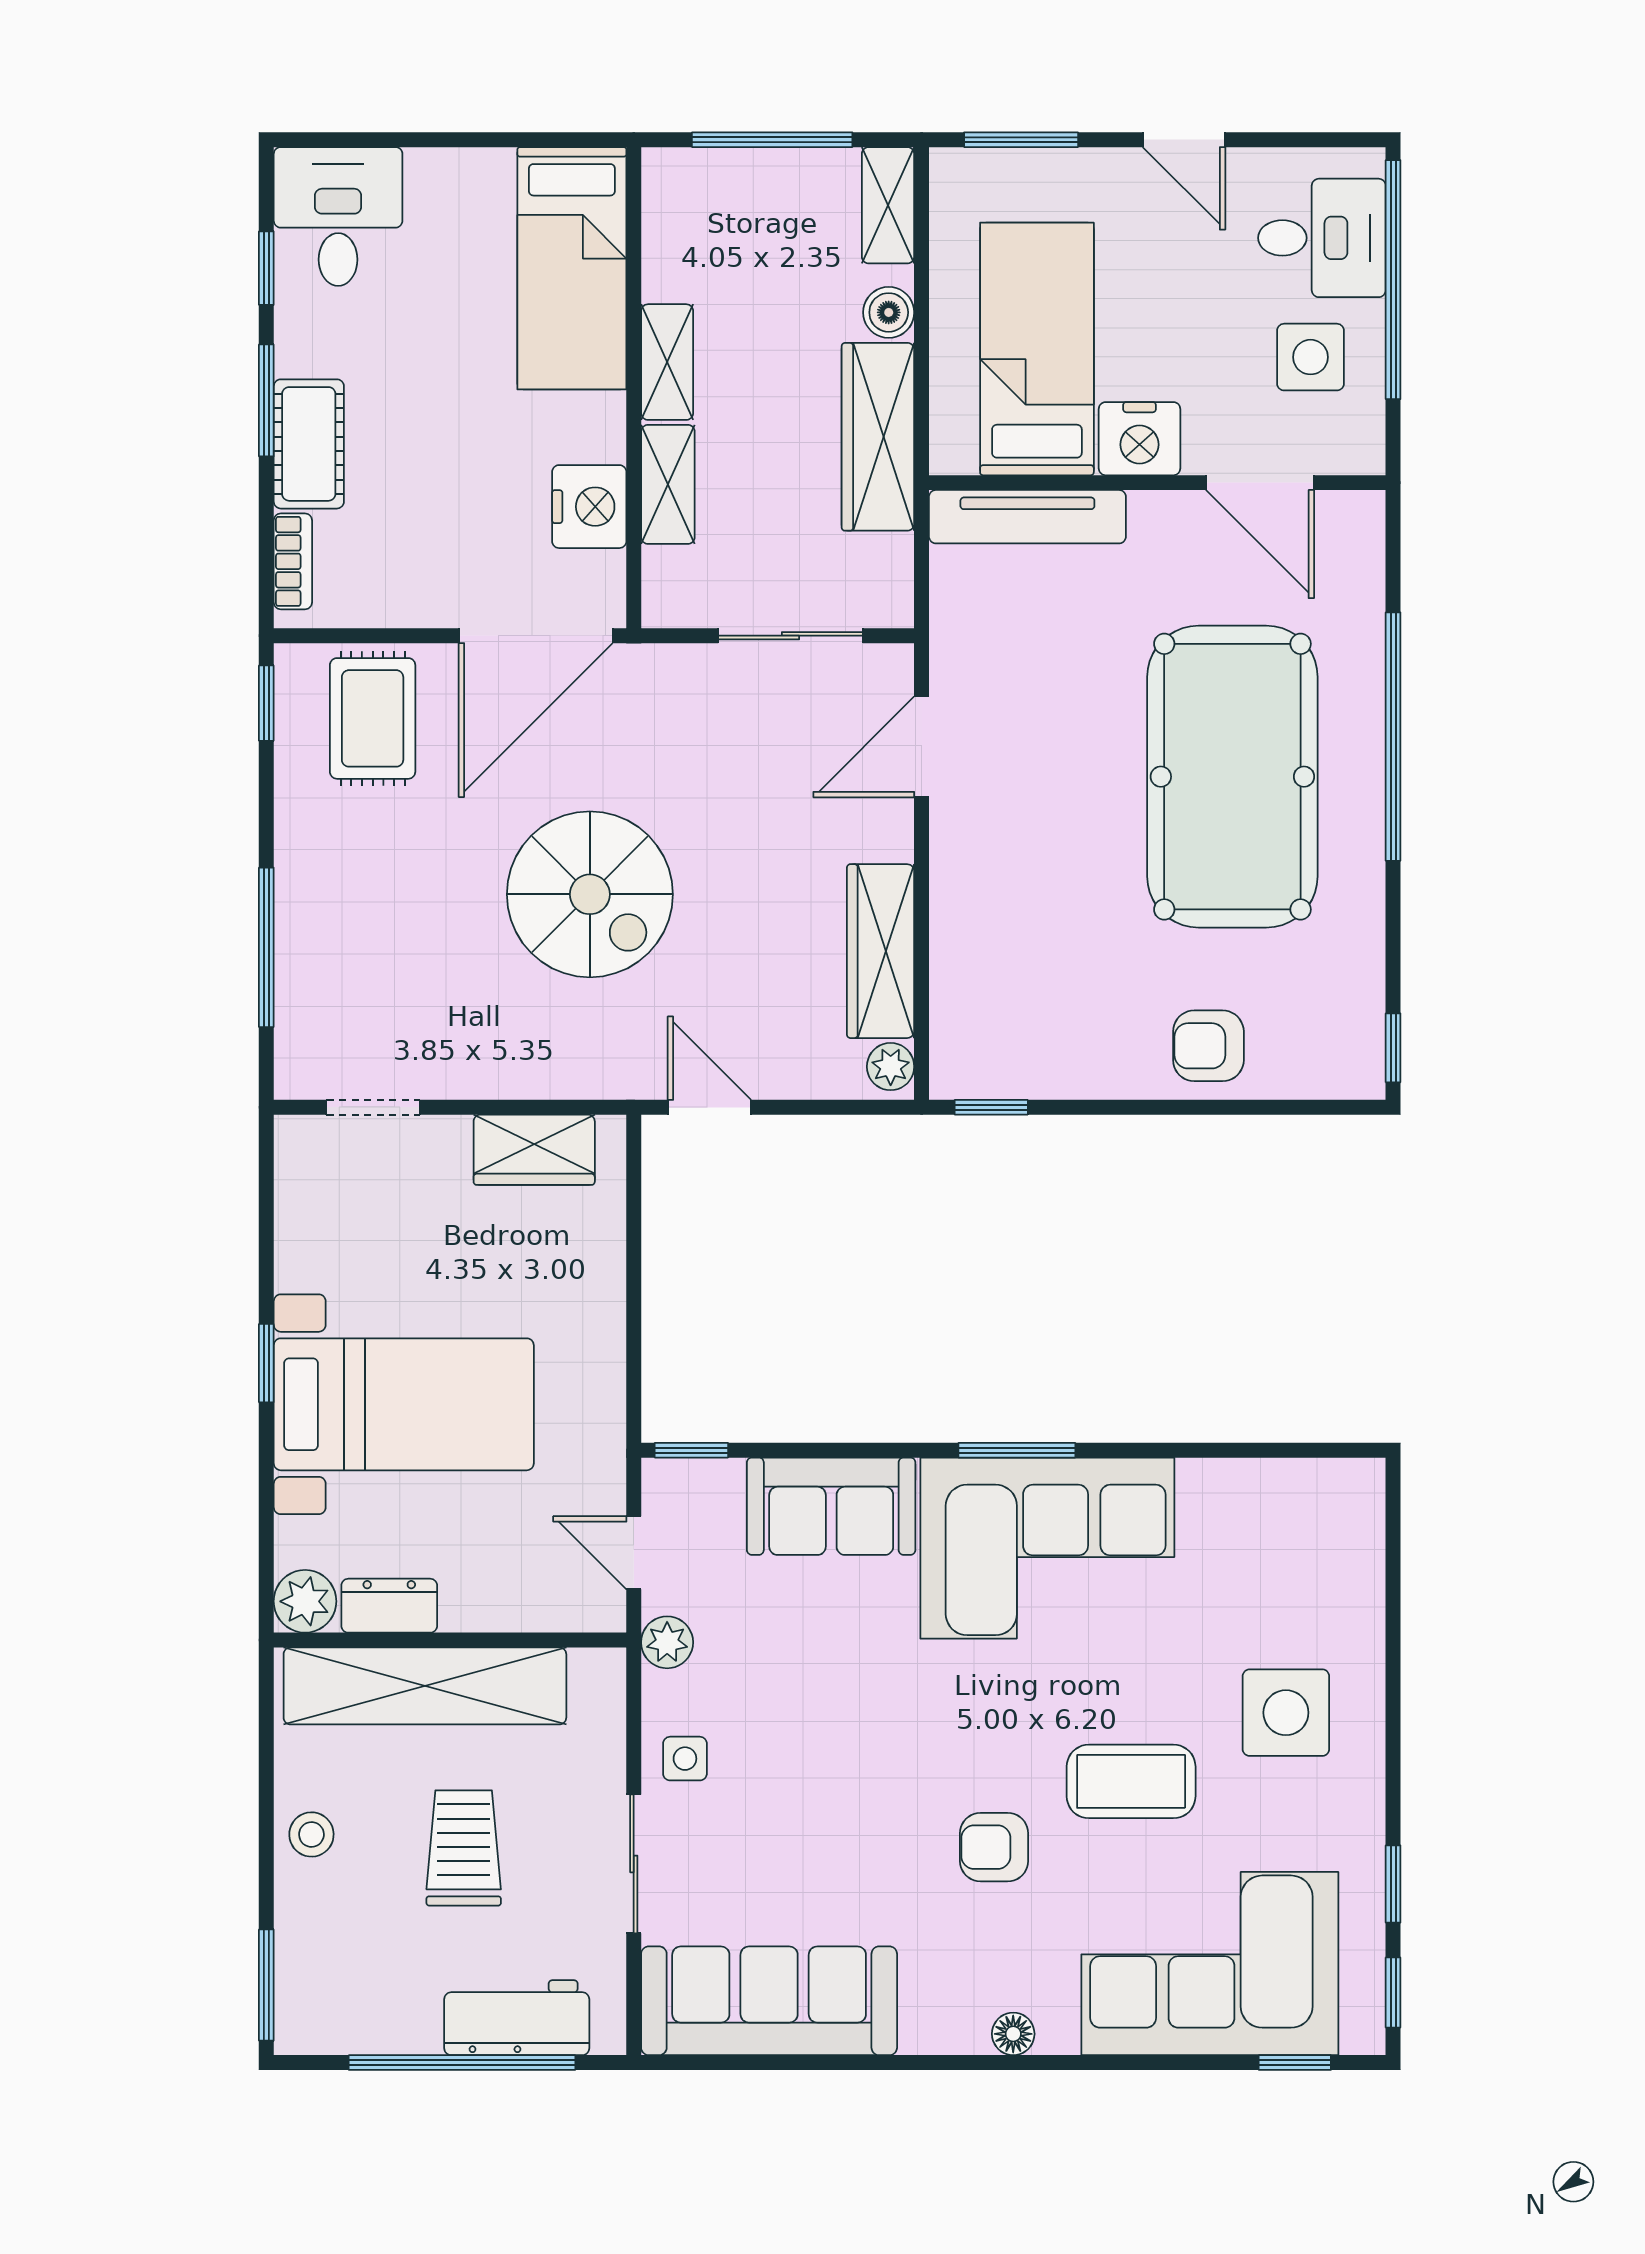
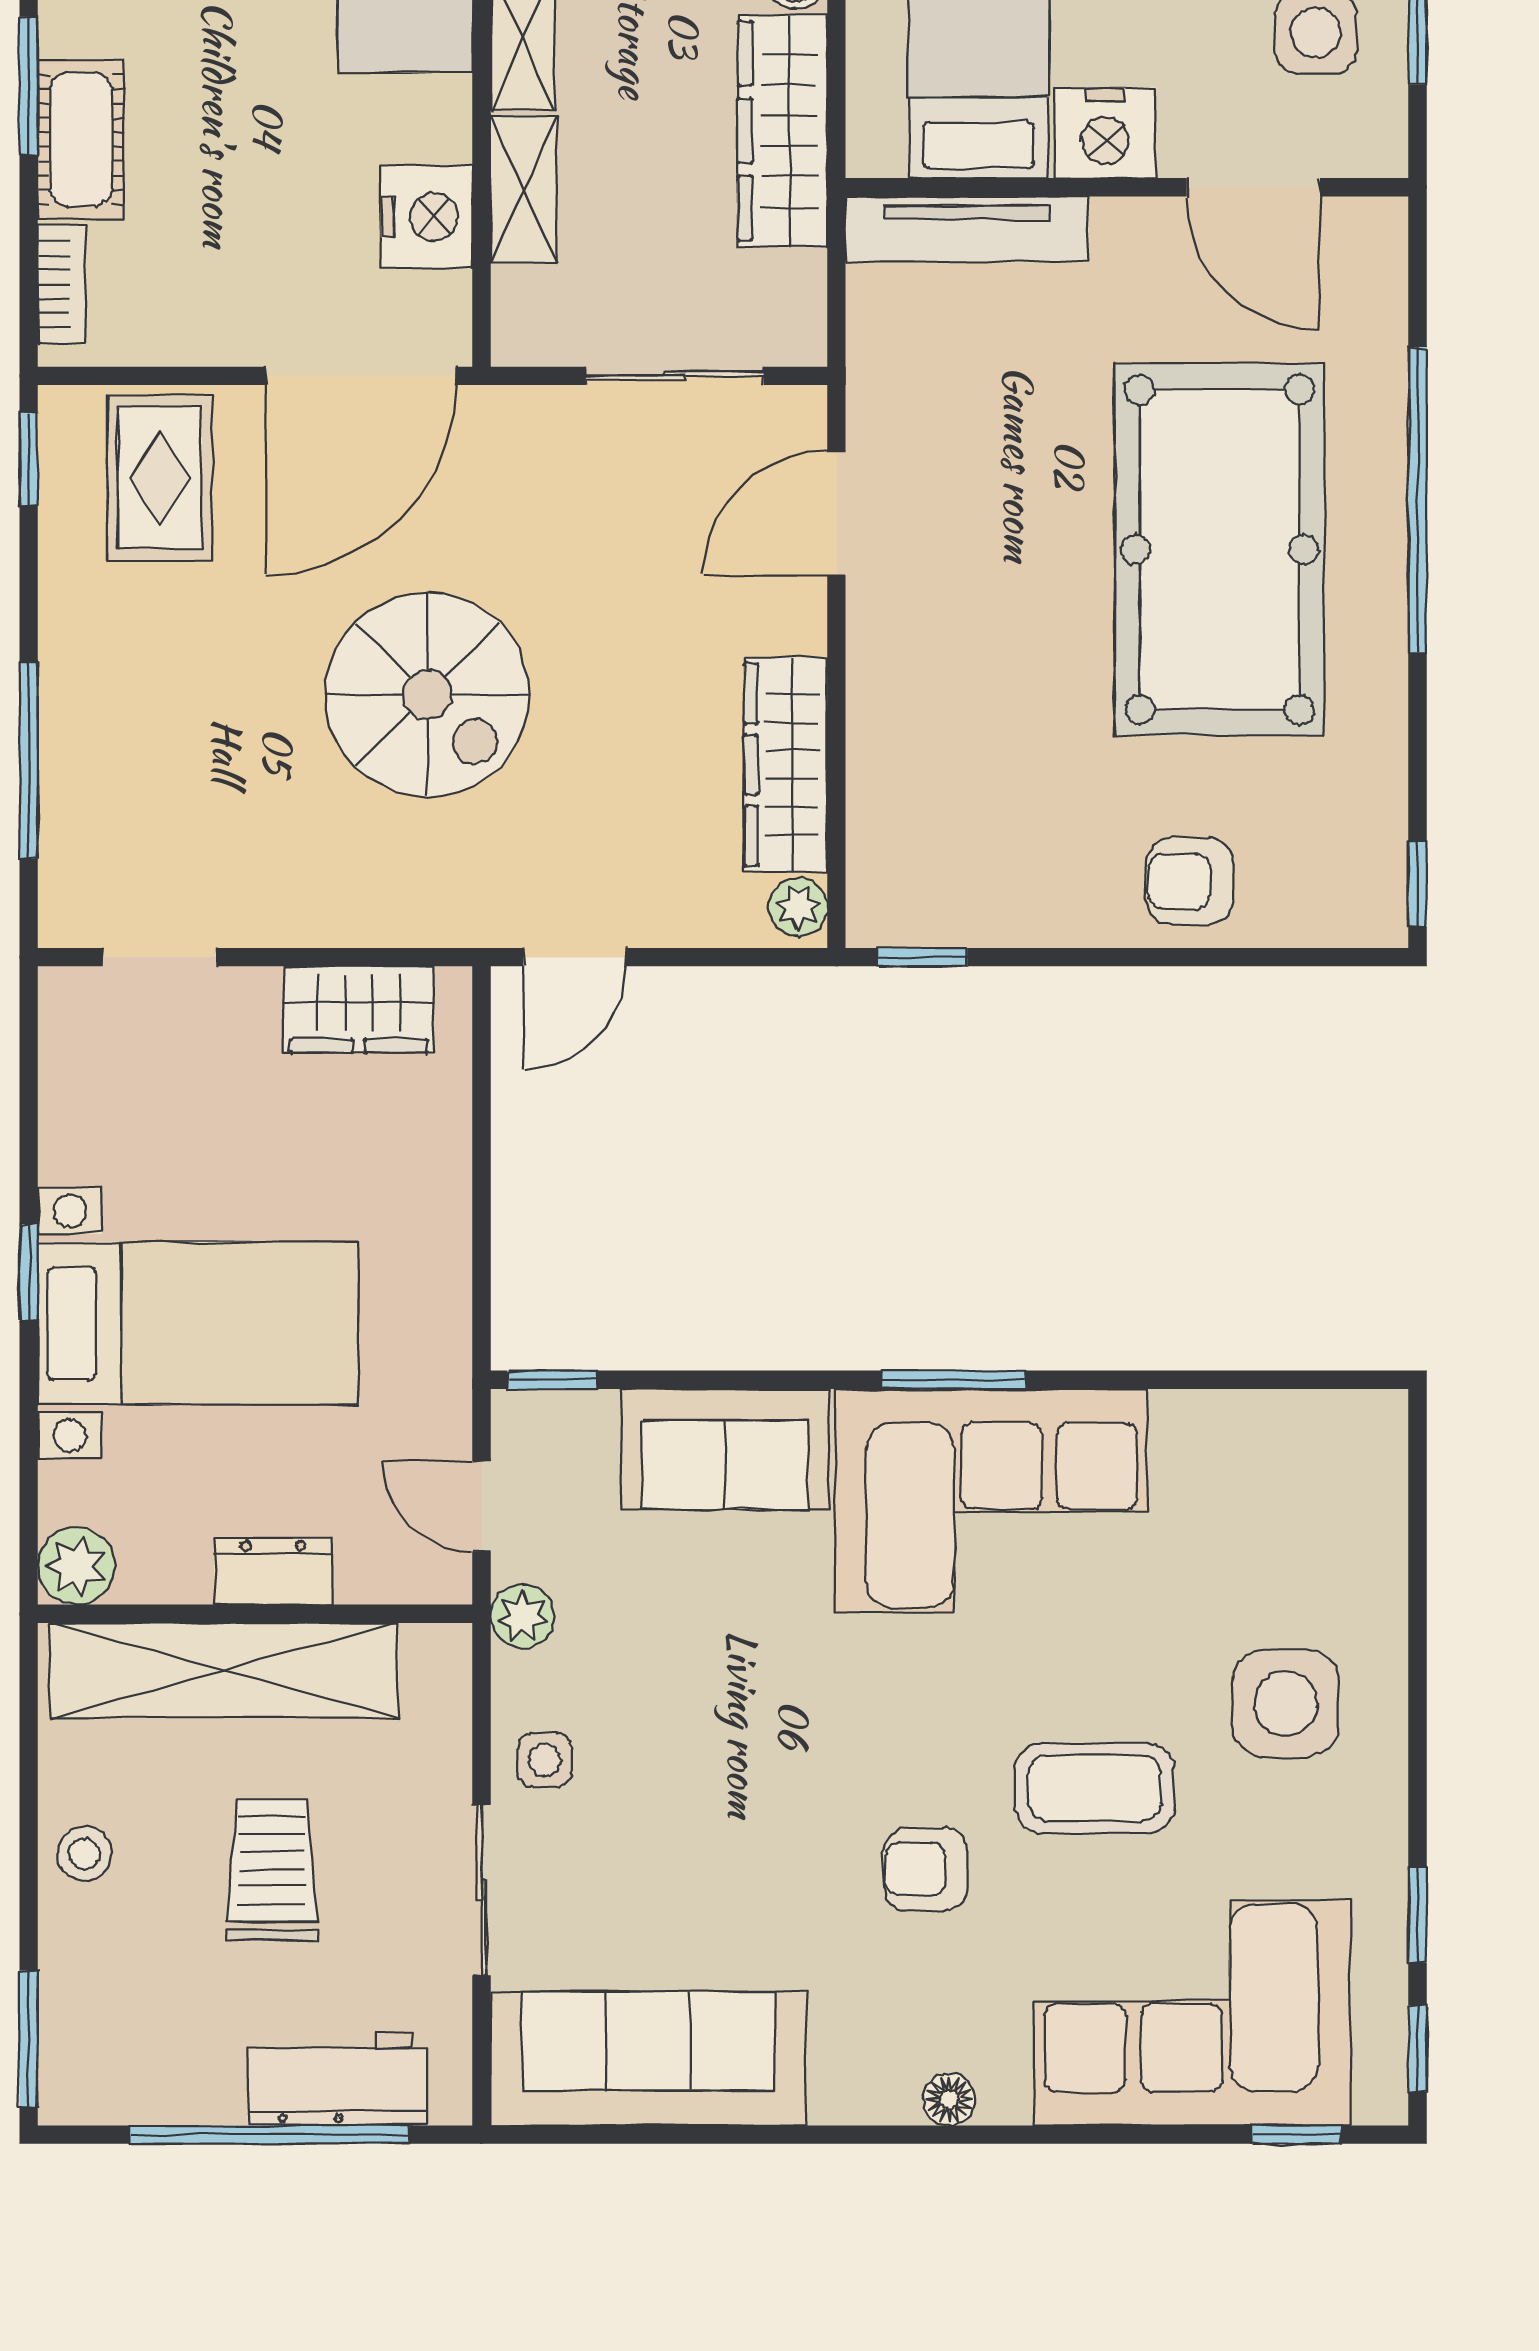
door: (709, 1107) -> (575, 957), swing flipped
dresser: (389, 1606) -> (273, 1571), moved

